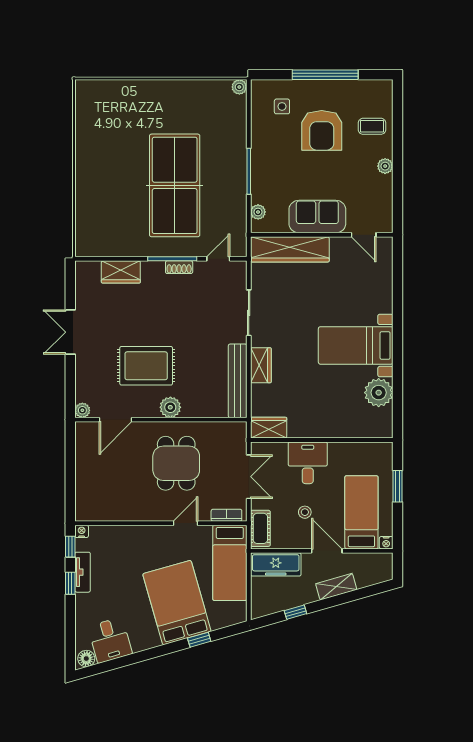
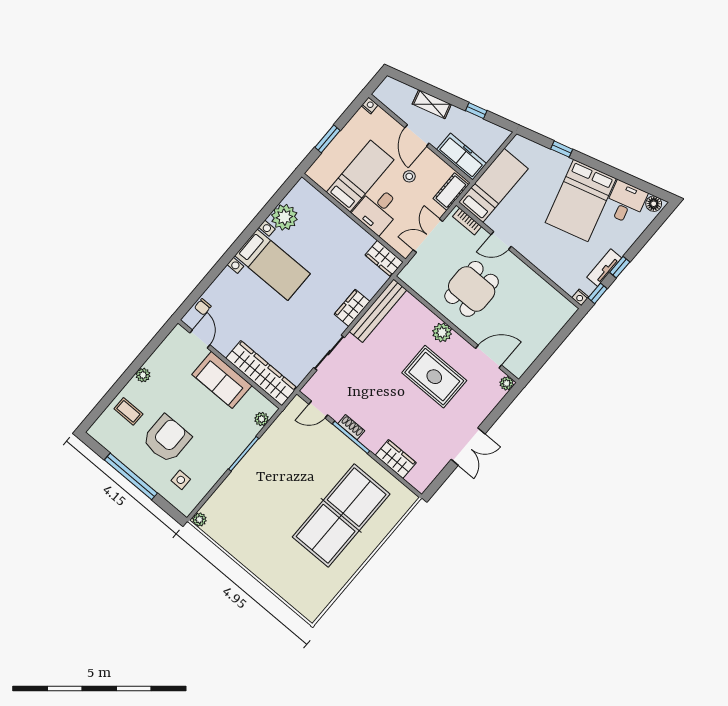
table tennis table: (175, 185) -> (341, 515), moved
chair: (383, 263) -> (203, 307), added
bed: (361, 512) -> (360, 176), moved, turned 180
bed: (177, 603) -> (581, 200), moved

